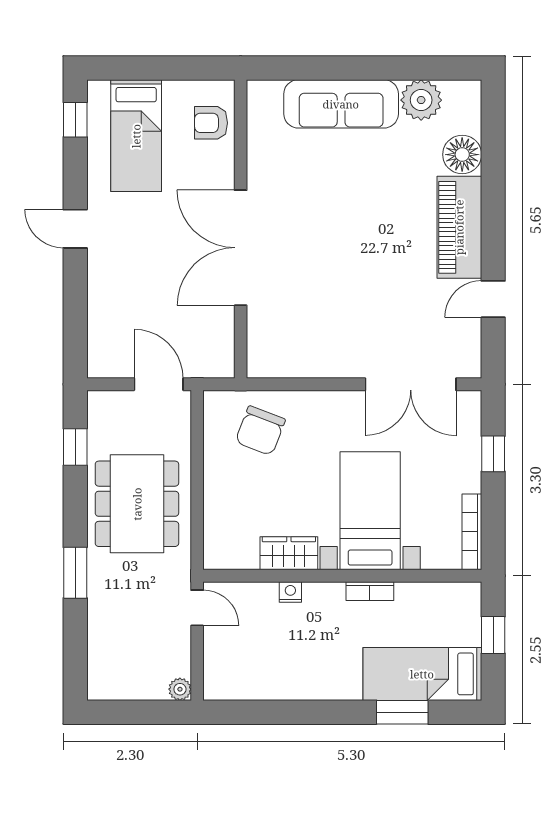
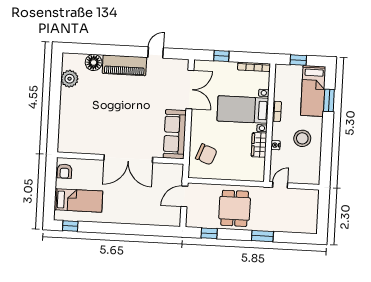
sofa: (341, 104) -> (175, 134), moved, turned 180
armchair: (211, 123) -> (65, 171), moved
door: (75, 229) -> (116, 228), removed
door: (493, 299) -> (156, 53), swing flipped
dining table: (137, 504) -> (235, 208), width x0.73
stool: (310, 654) -> (302, 138), added
plant: (180, 689) -> (314, 194), removed

